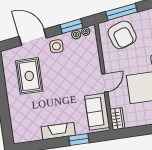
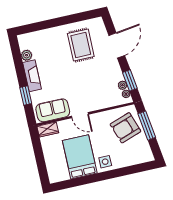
side table: (56, 46) -> (110, 68), removed
rug: (29, 76) -> (81, 45), turned 90
plant: (36, 135) -> (27, 55), added

